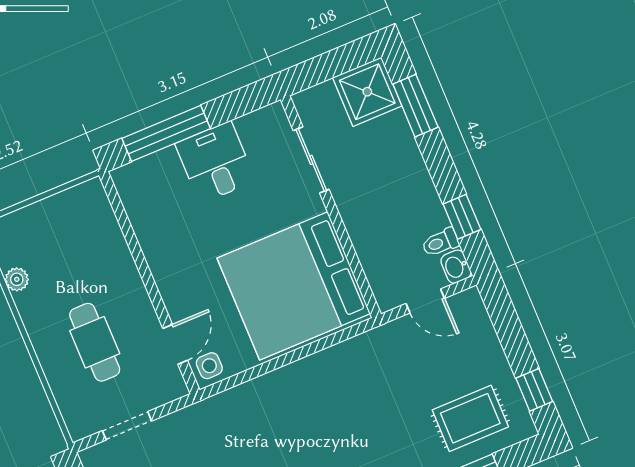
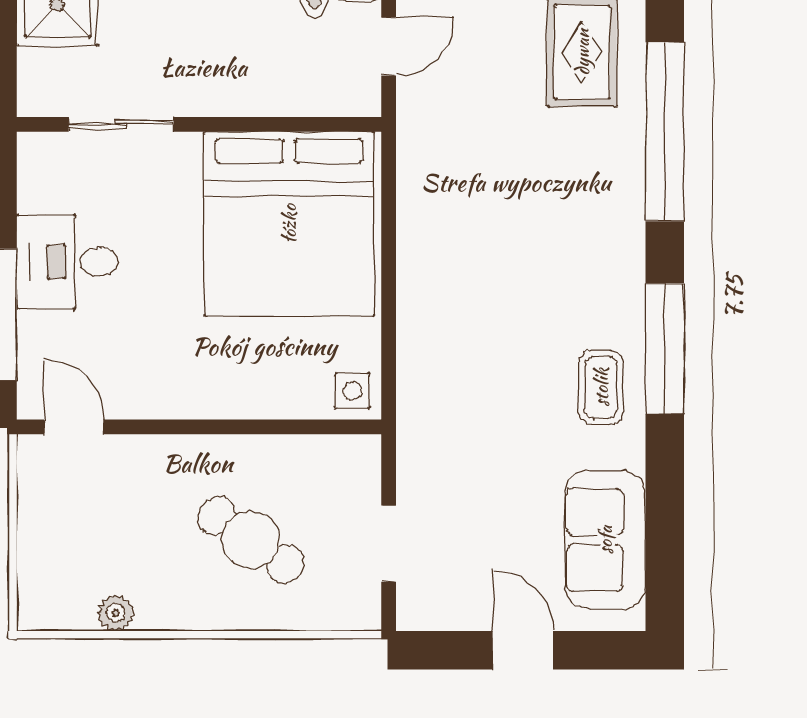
cafe table: (95, 342) -> (251, 540), turned 35
door: (175, 344) -> (74, 427), moved

